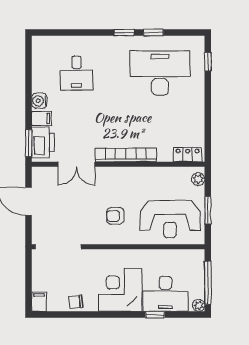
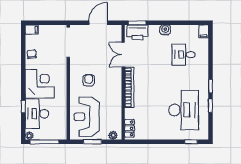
filing cabinet: (41, 119) -> (204, 31), moved

